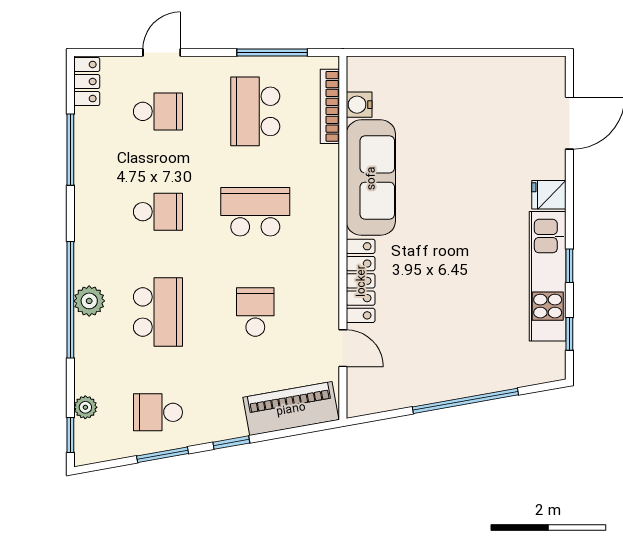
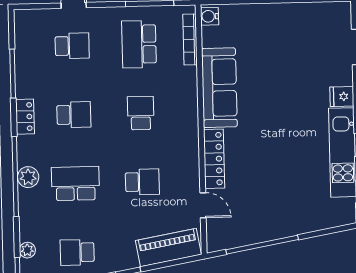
locker: (87, 82) -> (25, 117), moved
water cooler: (359, 105) -> (210, 16), moved
school desk: (255, 212) -> (141, 113), width x0.54
school desk: (158, 312) -> (75, 184), turned -90
school desk: (255, 312) -> (142, 182), turned 90
window: (465, 401) -> (262, 245), moved

